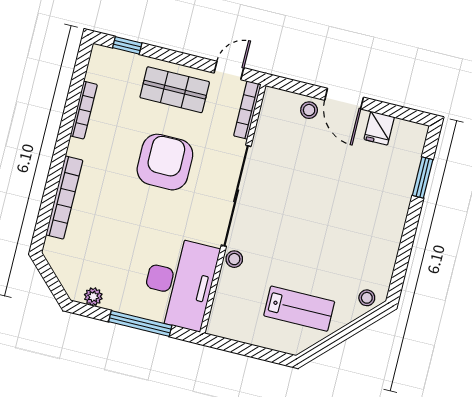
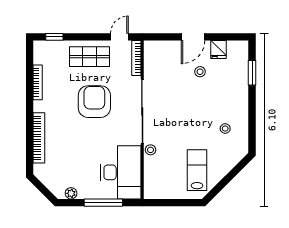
door: (344, 99) -> (193, 37), hinge flipped
stool: (309, 110) -> (200, 72), moved
stool: (367, 298) -> (225, 129), moved
lab bench: (299, 309) -> (197, 170), turned -90

